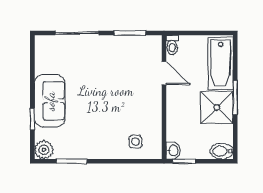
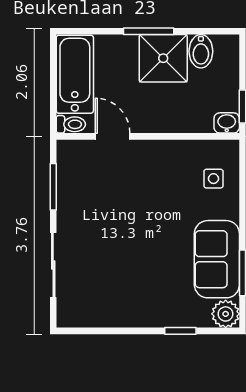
bathtub: (221, 63) -> (75, 74), moved, turned -90
door: (164, 73) -> (113, 136), hinge flipped
sofa: (50, 101) -> (217, 259), moved, turned -90
bidet: (222, 151) -> (201, 51), moved

